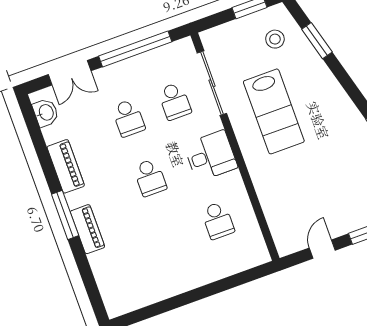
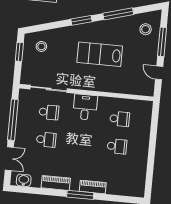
window: (317, 41) -> (81, 20), moved
lab bench: (274, 111) -> (100, 54), moved, turned 180
school desk: (150, 178) -> (117, 146), moved

